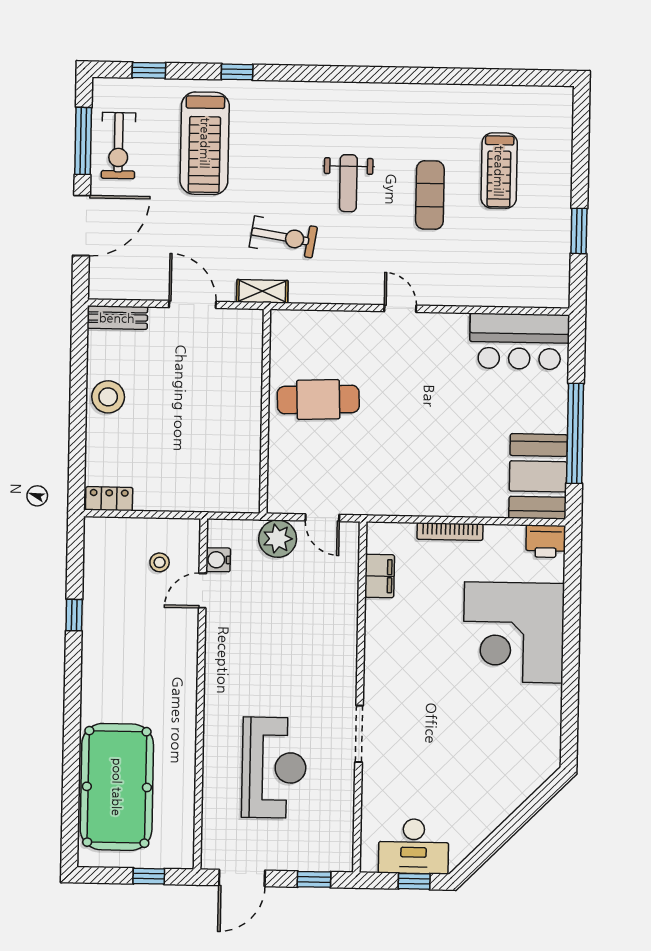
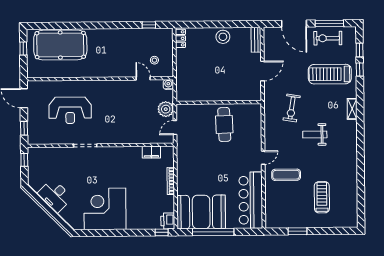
window: (237, 72) -> (360, 70), moved
treadmill: (499, 171) -> (322, 197), turned 90
exercise mat: (430, 195) -> (286, 175), moved
shelving: (262, 291) -> (352, 109), moved
bar counter: (519, 341) -> (251, 200), width x1.36
booth: (538, 476) -> (201, 212), width x1.36, depth x1.42
window: (573, 557) -> (162, 232), added
water cooler: (218, 560) -> (168, 84), moved
window: (74, 615) -> (149, 25), moved
corner desk: (514, 632) -> (105, 209), moved
desk: (414, 846) -> (55, 196), moved, turned -45
window: (149, 876) -> (23, 49), moved
window: (414, 881) -> (24, 160), moved

